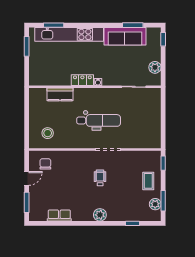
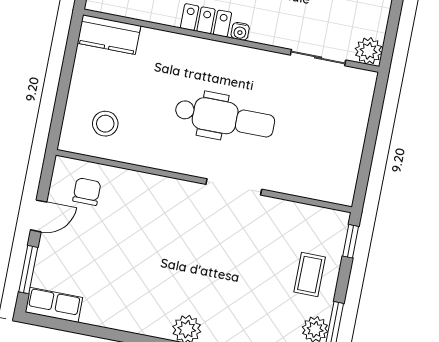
plant: (155, 67) -> (369, 51), moved
kitchen counter: (60, 94) -> (109, 35), moved
wheelchair: (100, 178) -> (203, 247), removed
row of seats: (59, 215) -> (54, 305), moved

